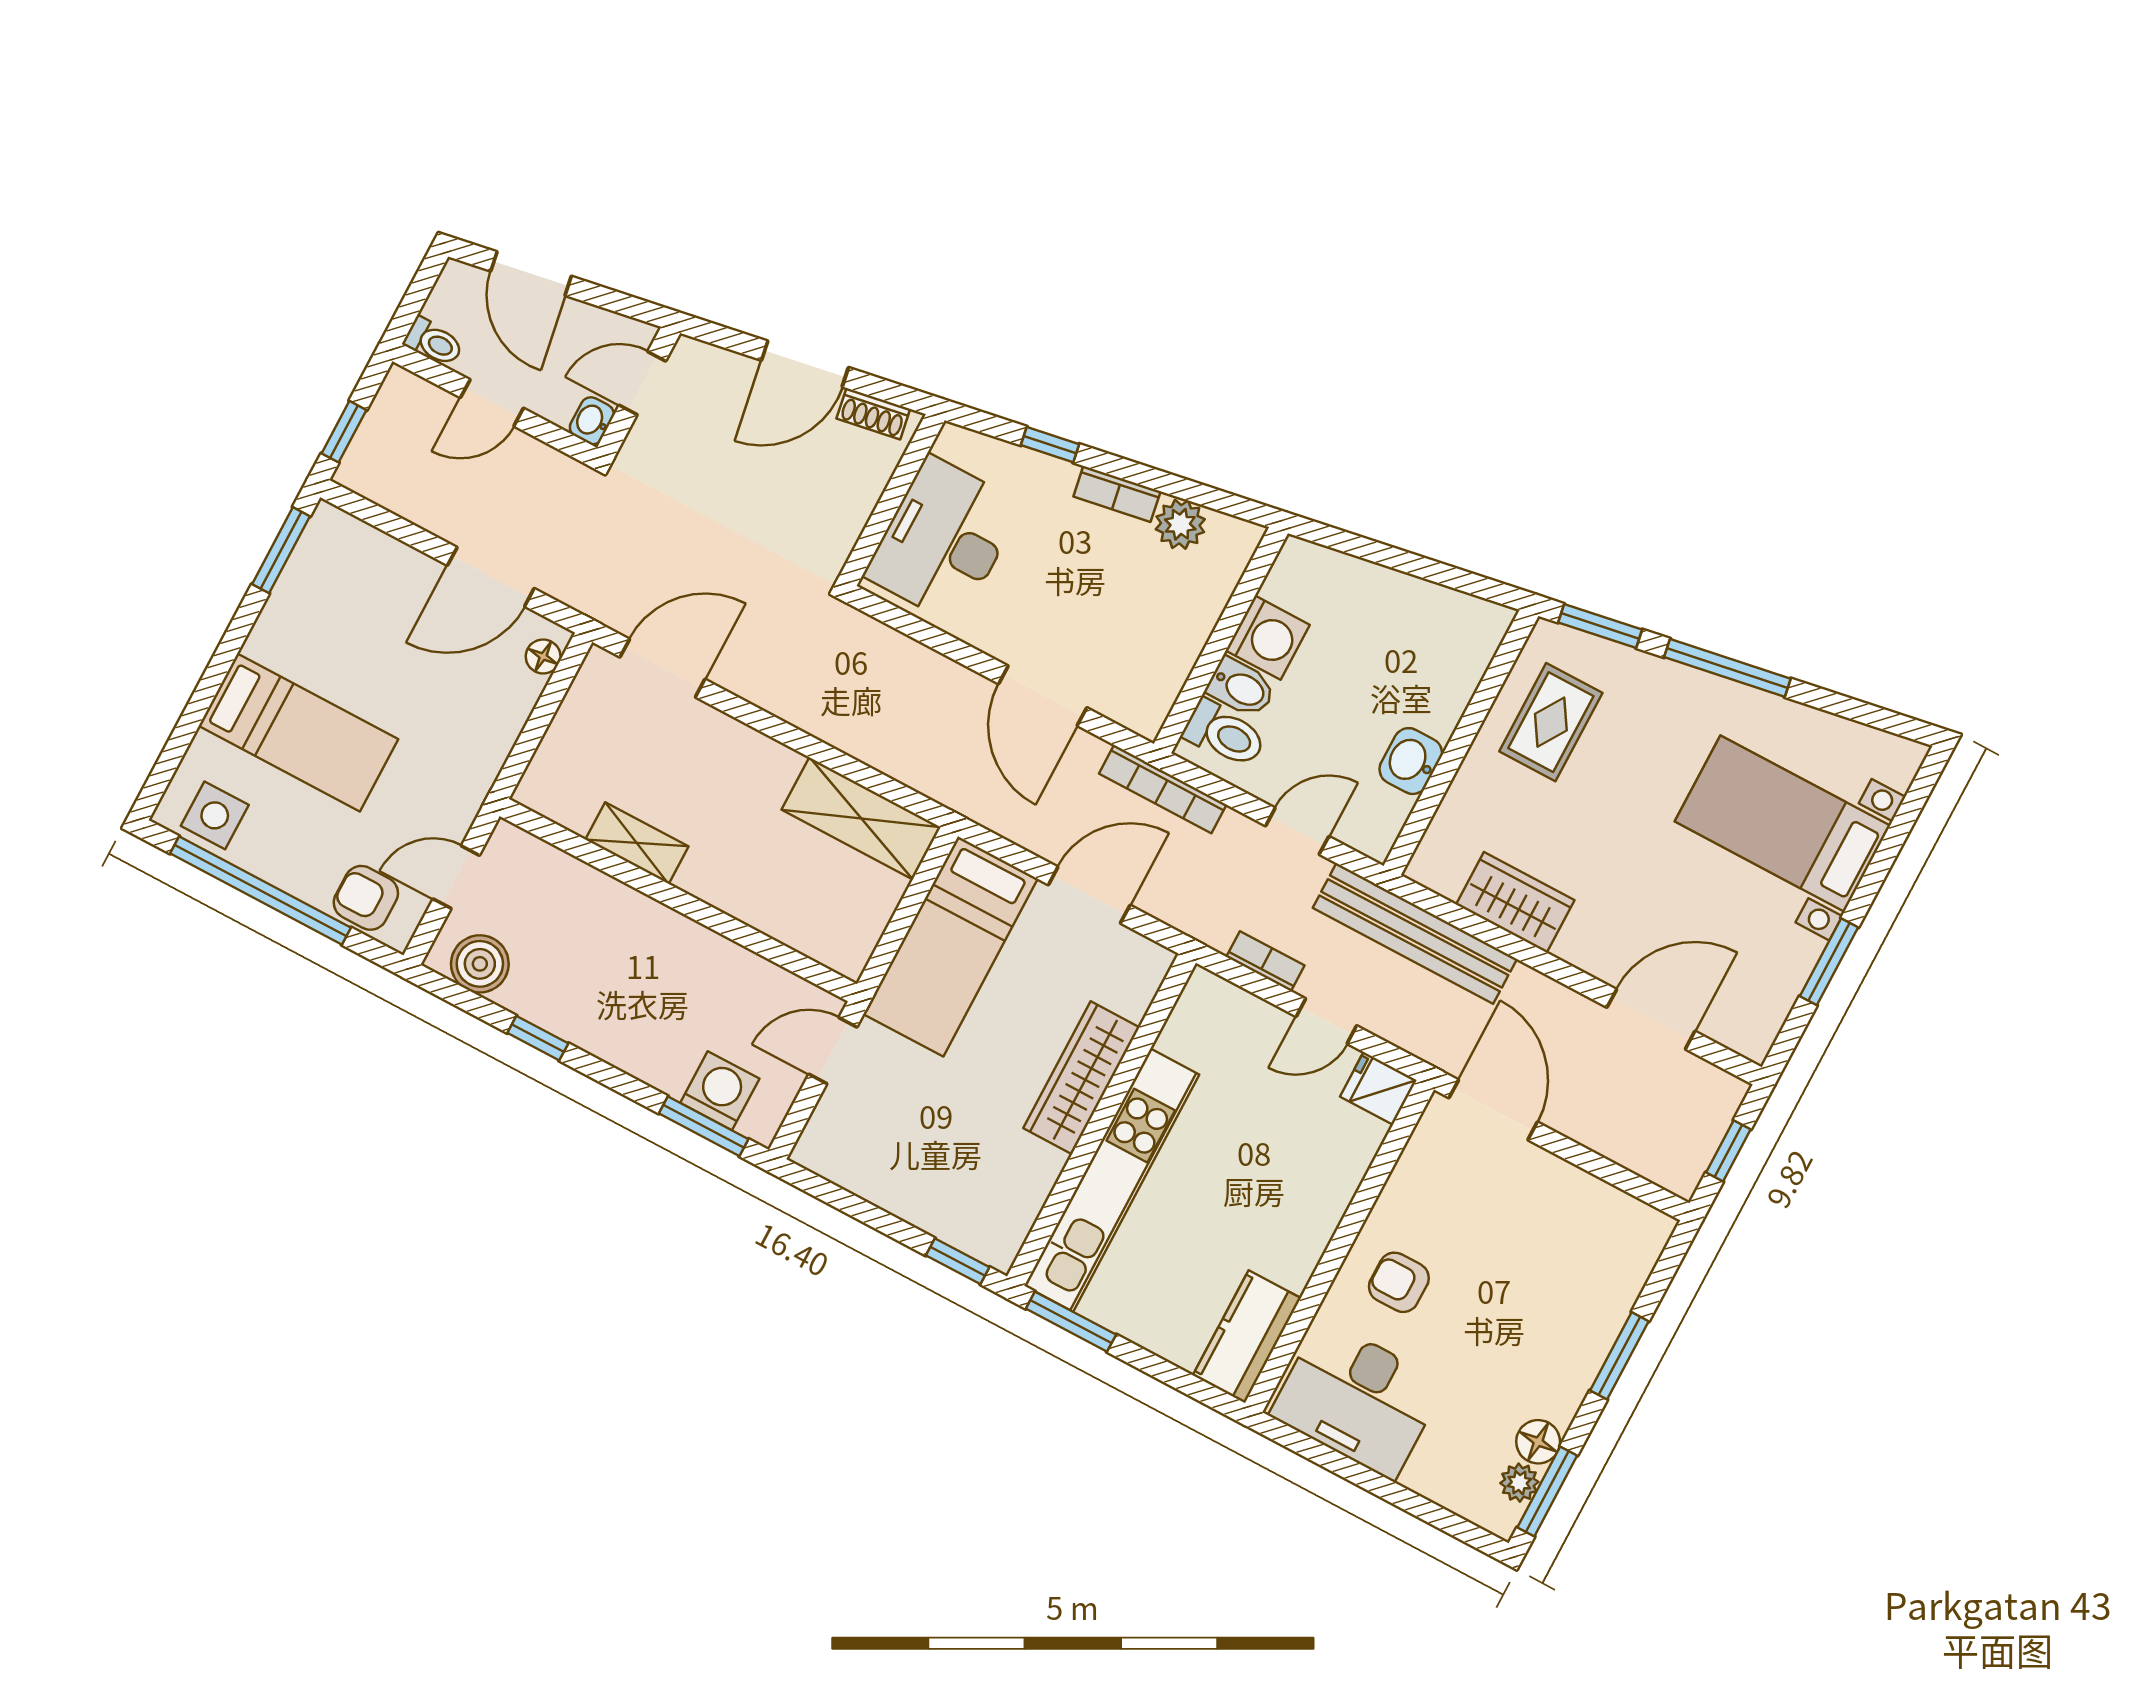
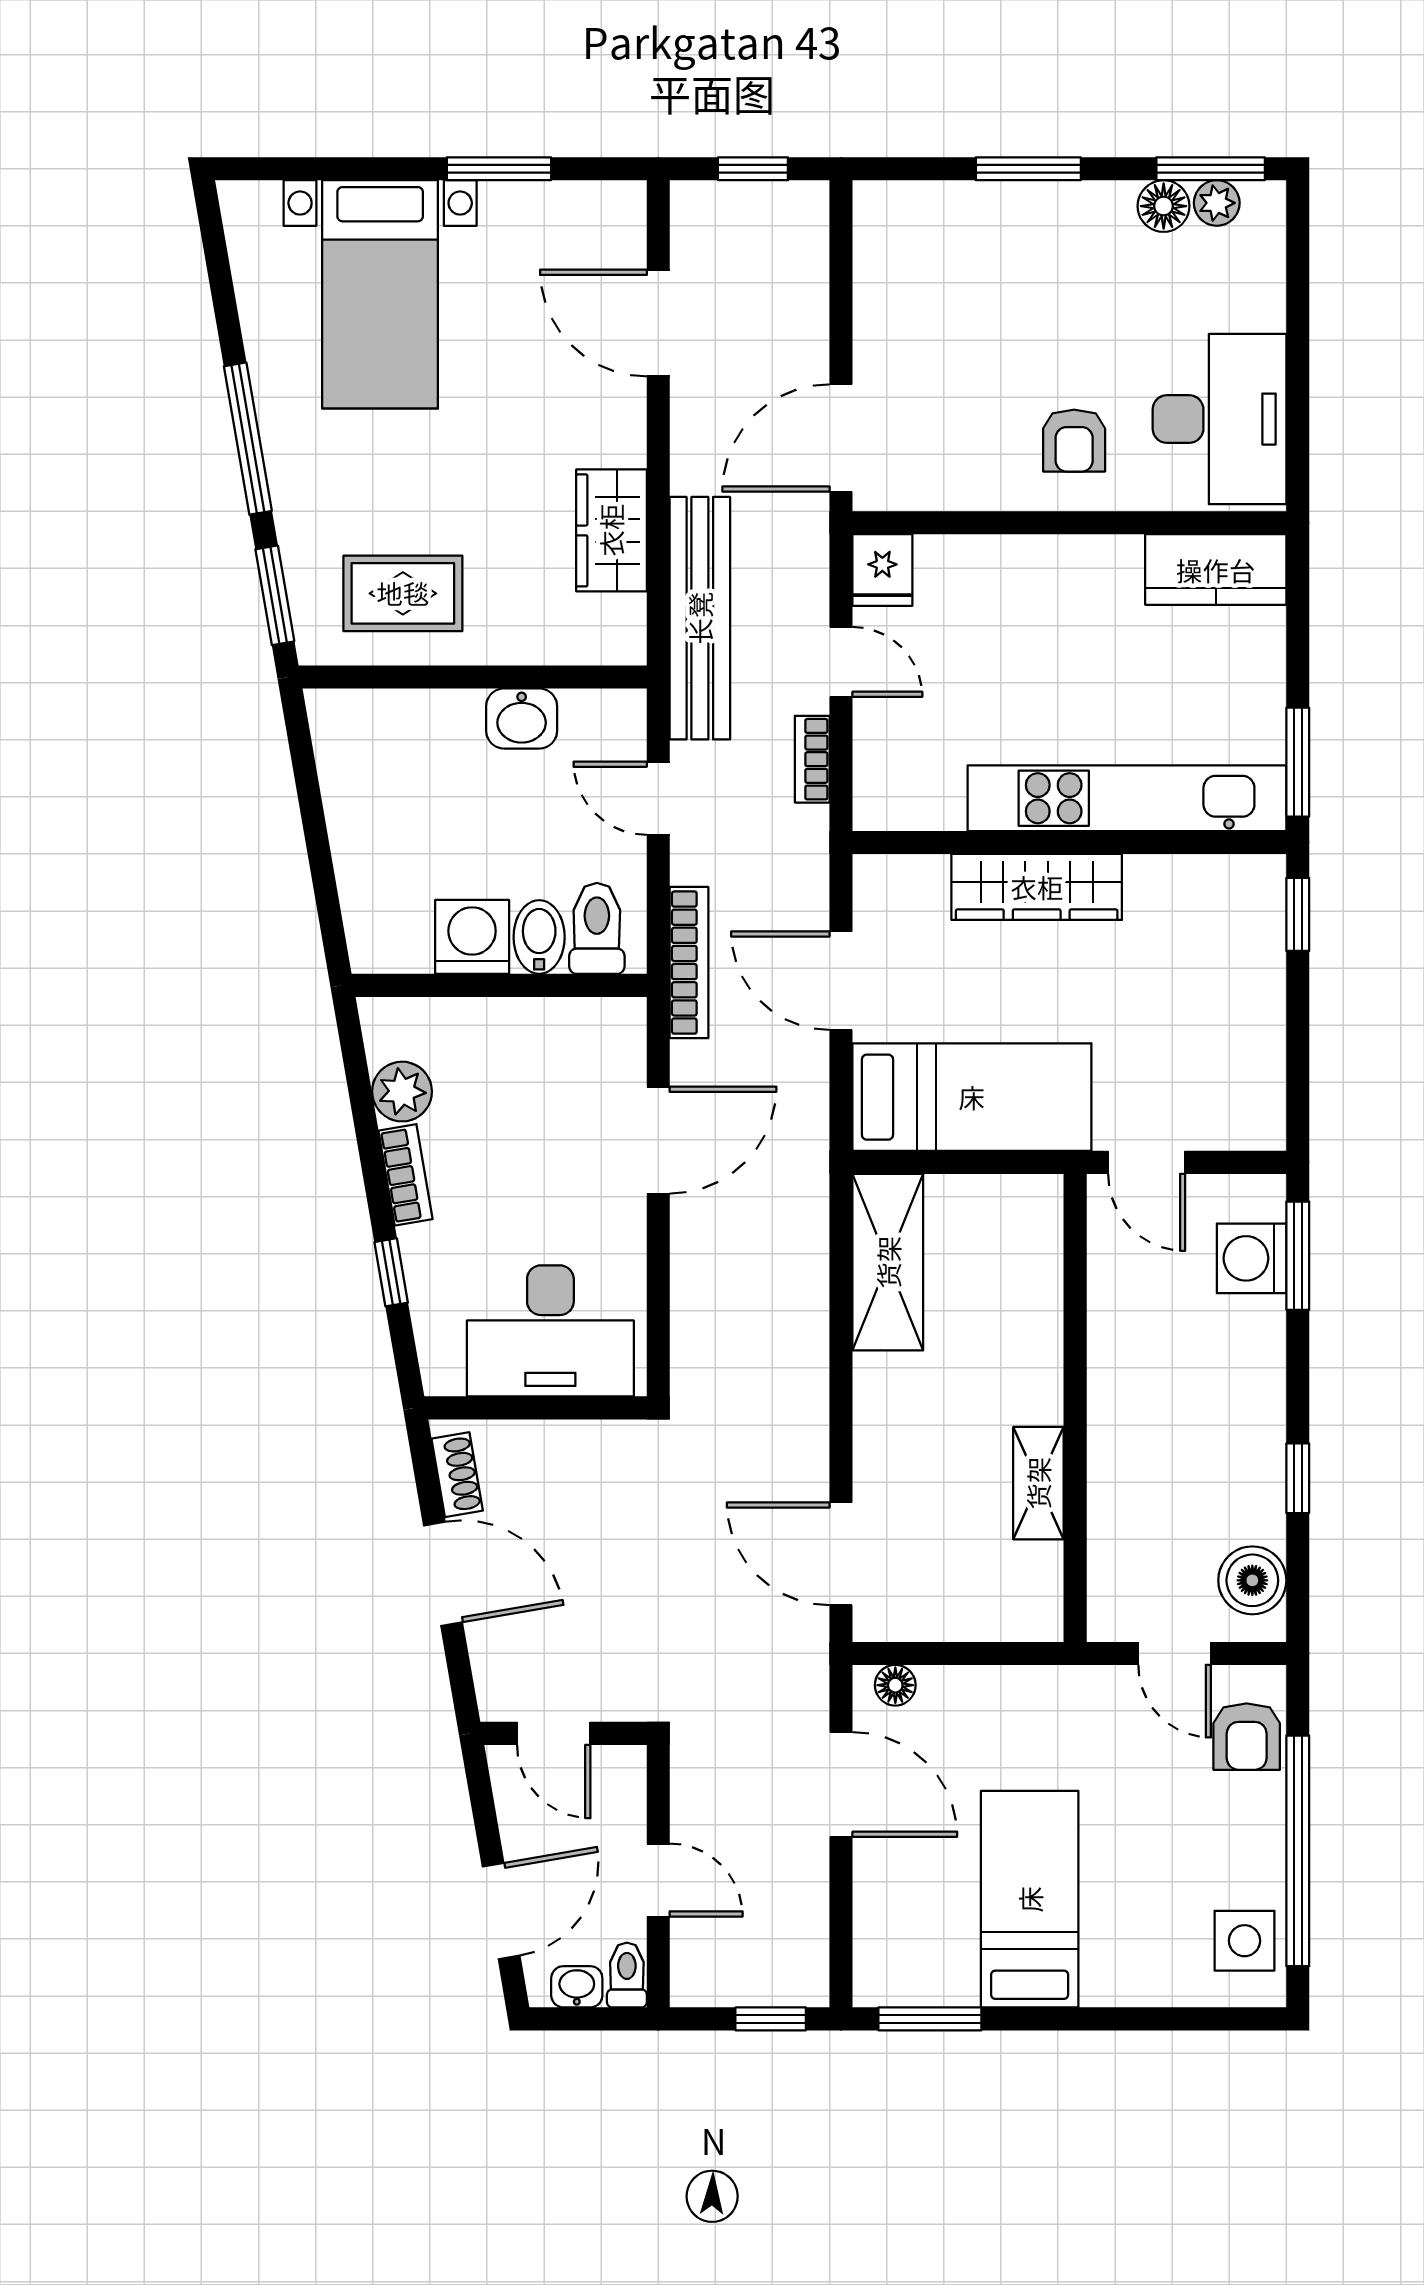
washbasin: (592, 421) -> (577, 1987), moved, turned 180
bed: (298, 732) -> (1030, 1899), moved

